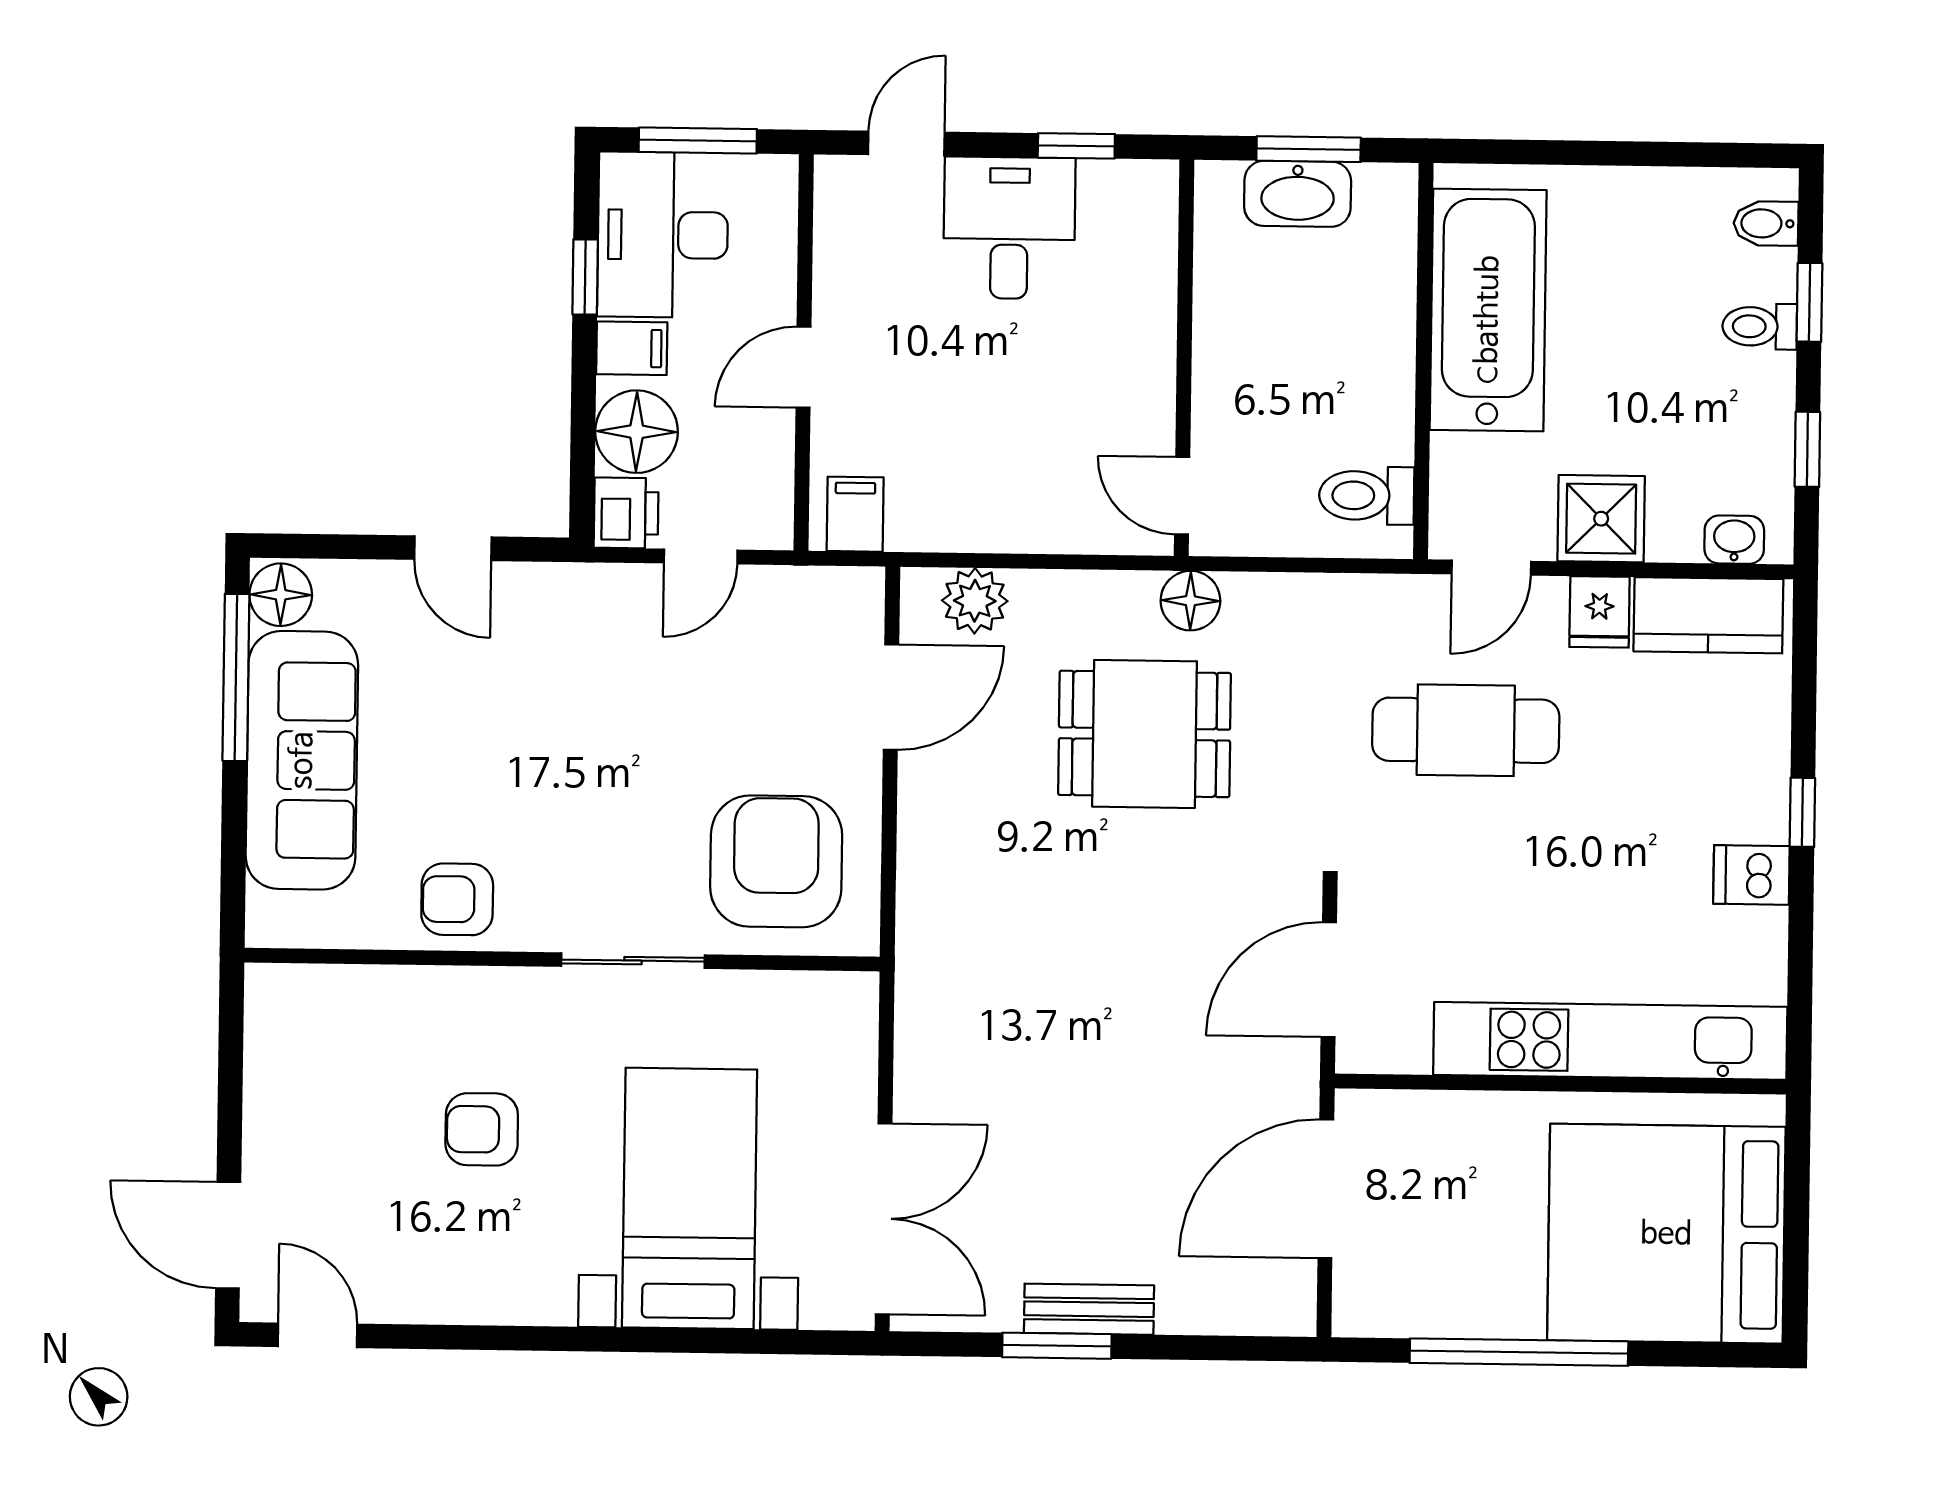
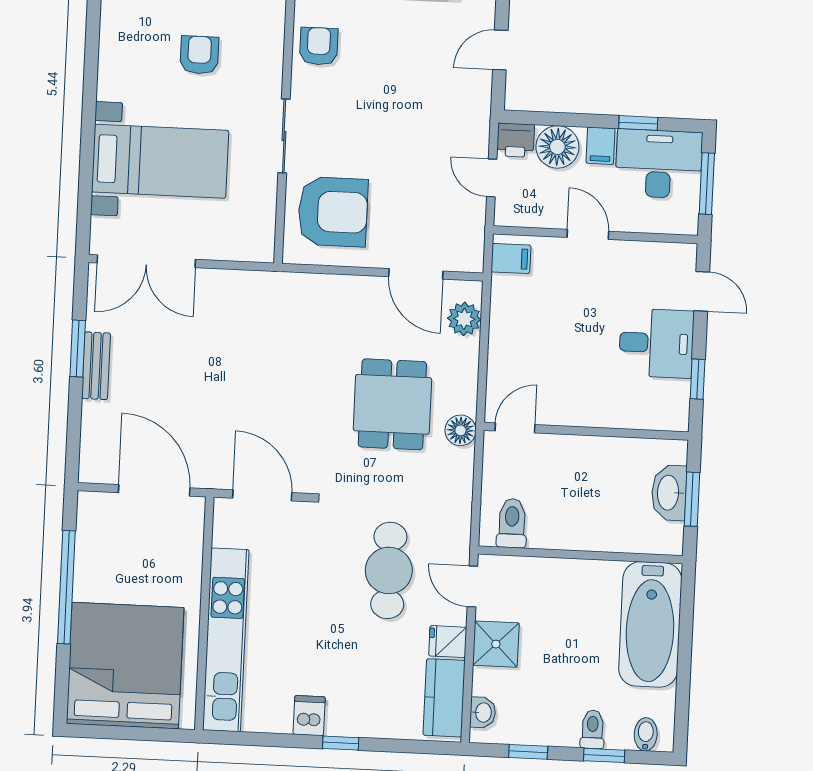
bathtub: (1488, 310) -> (650, 624), moved, turned 90

